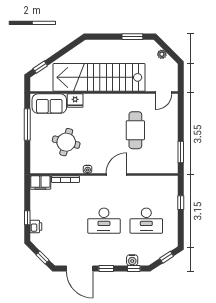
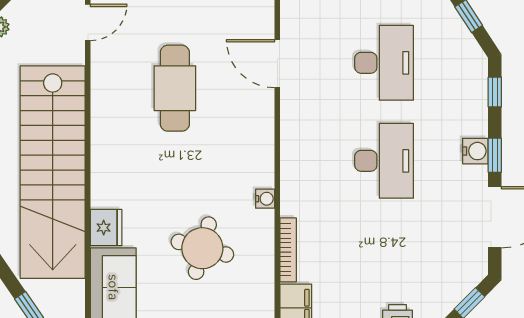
door: (164, 93) -> (88, 22), hinge flipped
cafe table: (135, 130) -> (175, 88), turned 90
door: (117, 174) -> (277, 64), moved
water cooler: (132, 260) -> (475, 151), moved

